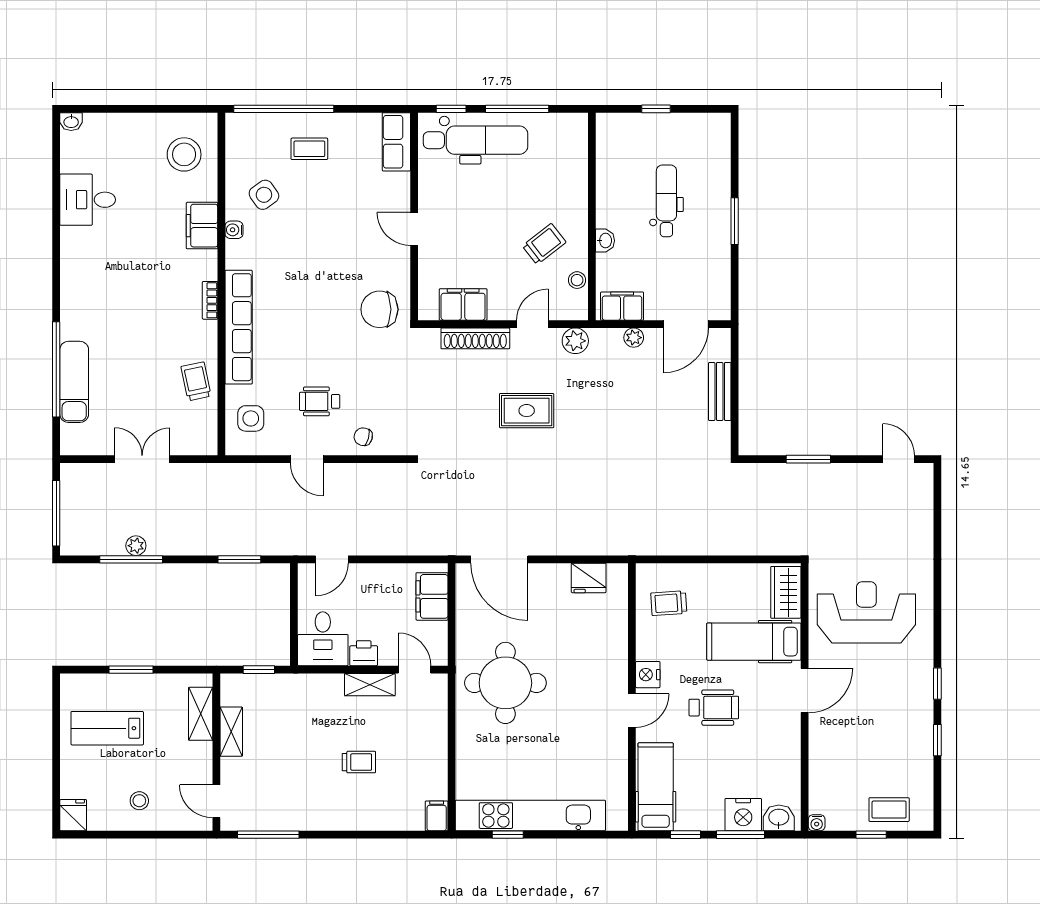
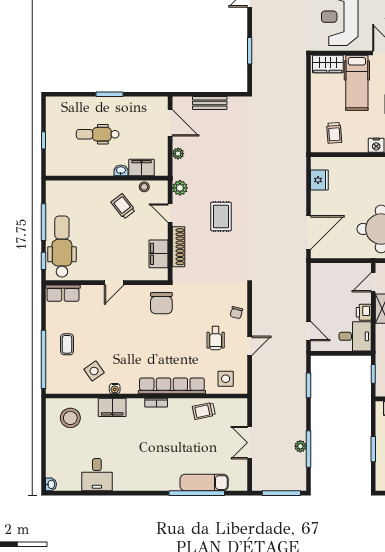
filing cabinet: (622, 306) -> (142, 168), moved, turned 90
filing cabinet: (432, 596) -> (330, 272), removed

